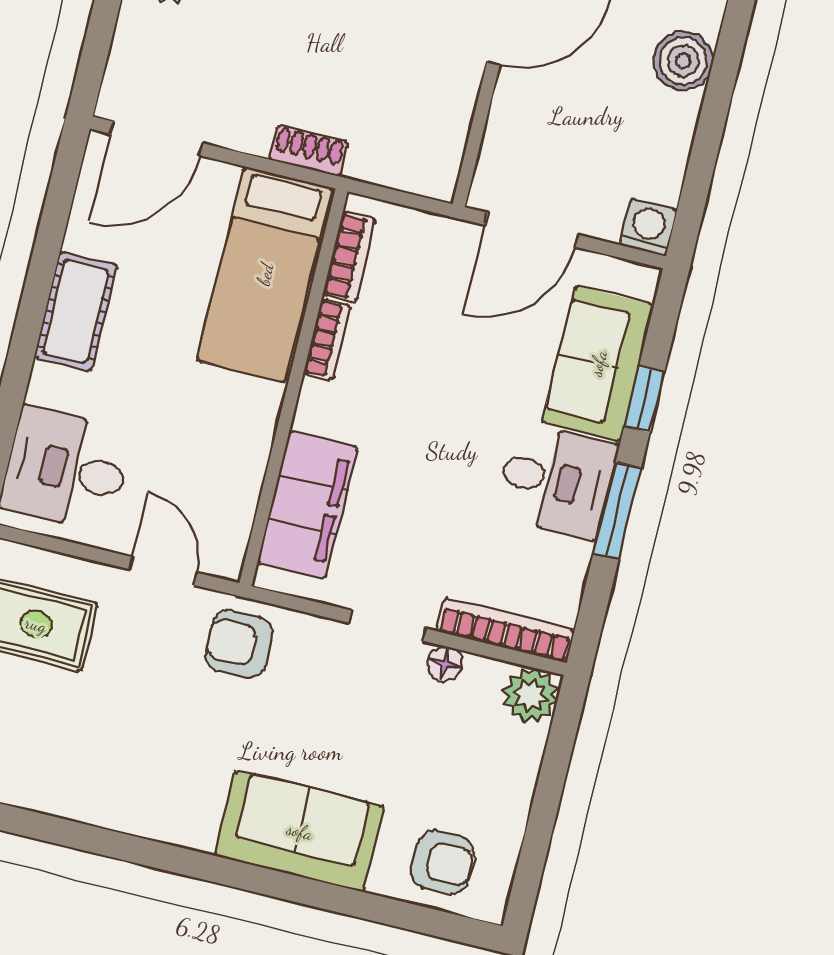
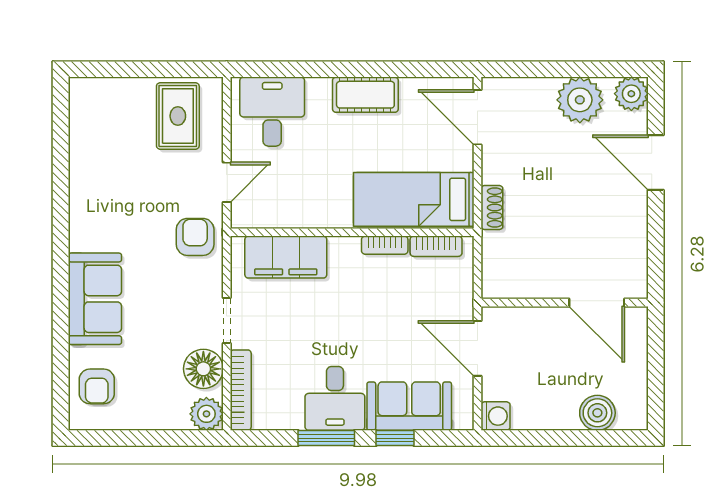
floor lamp: (445, 664) -> (203, 369), width x1.89, depth x1.89

